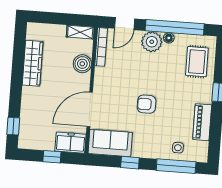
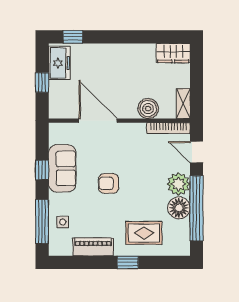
floor lamp: (169, 38) -> (179, 208), width x1.89, depth x1.89
rug: (197, 62) -> (144, 233), moved
wardrobe: (33, 63) -> (173, 53), moved, width x0.67
armchair: (147, 104) -> (109, 183), turned -90
freezer: (70, 143) -> (59, 63), moved
sofa: (110, 143) -> (62, 168), moved

